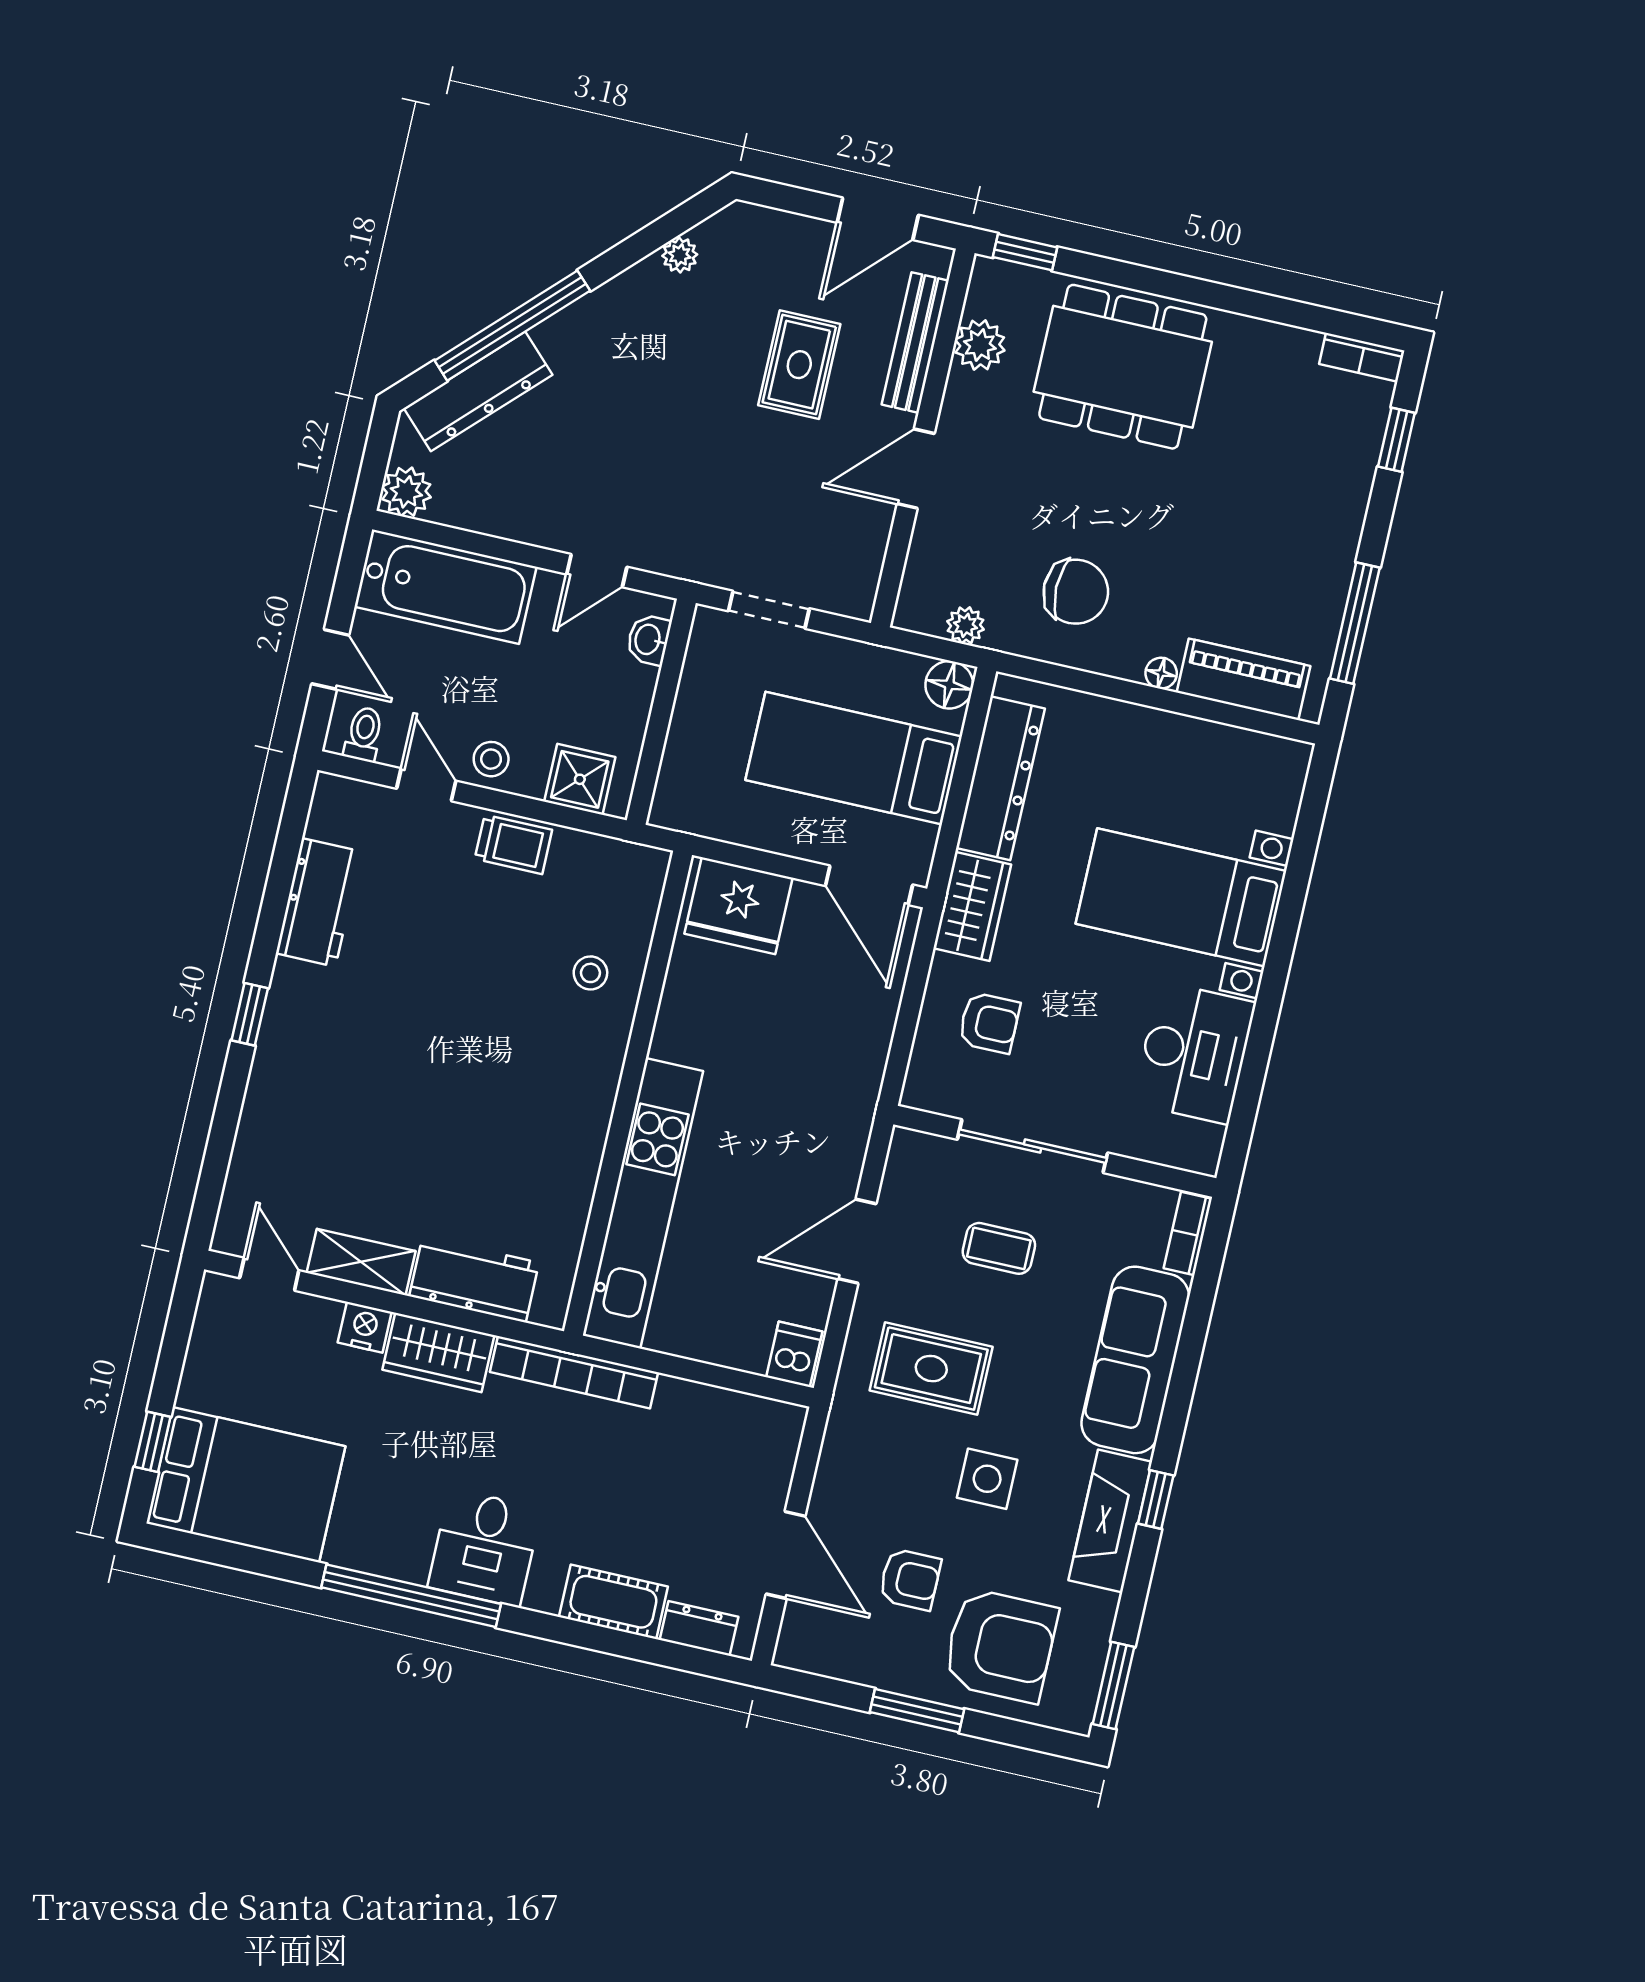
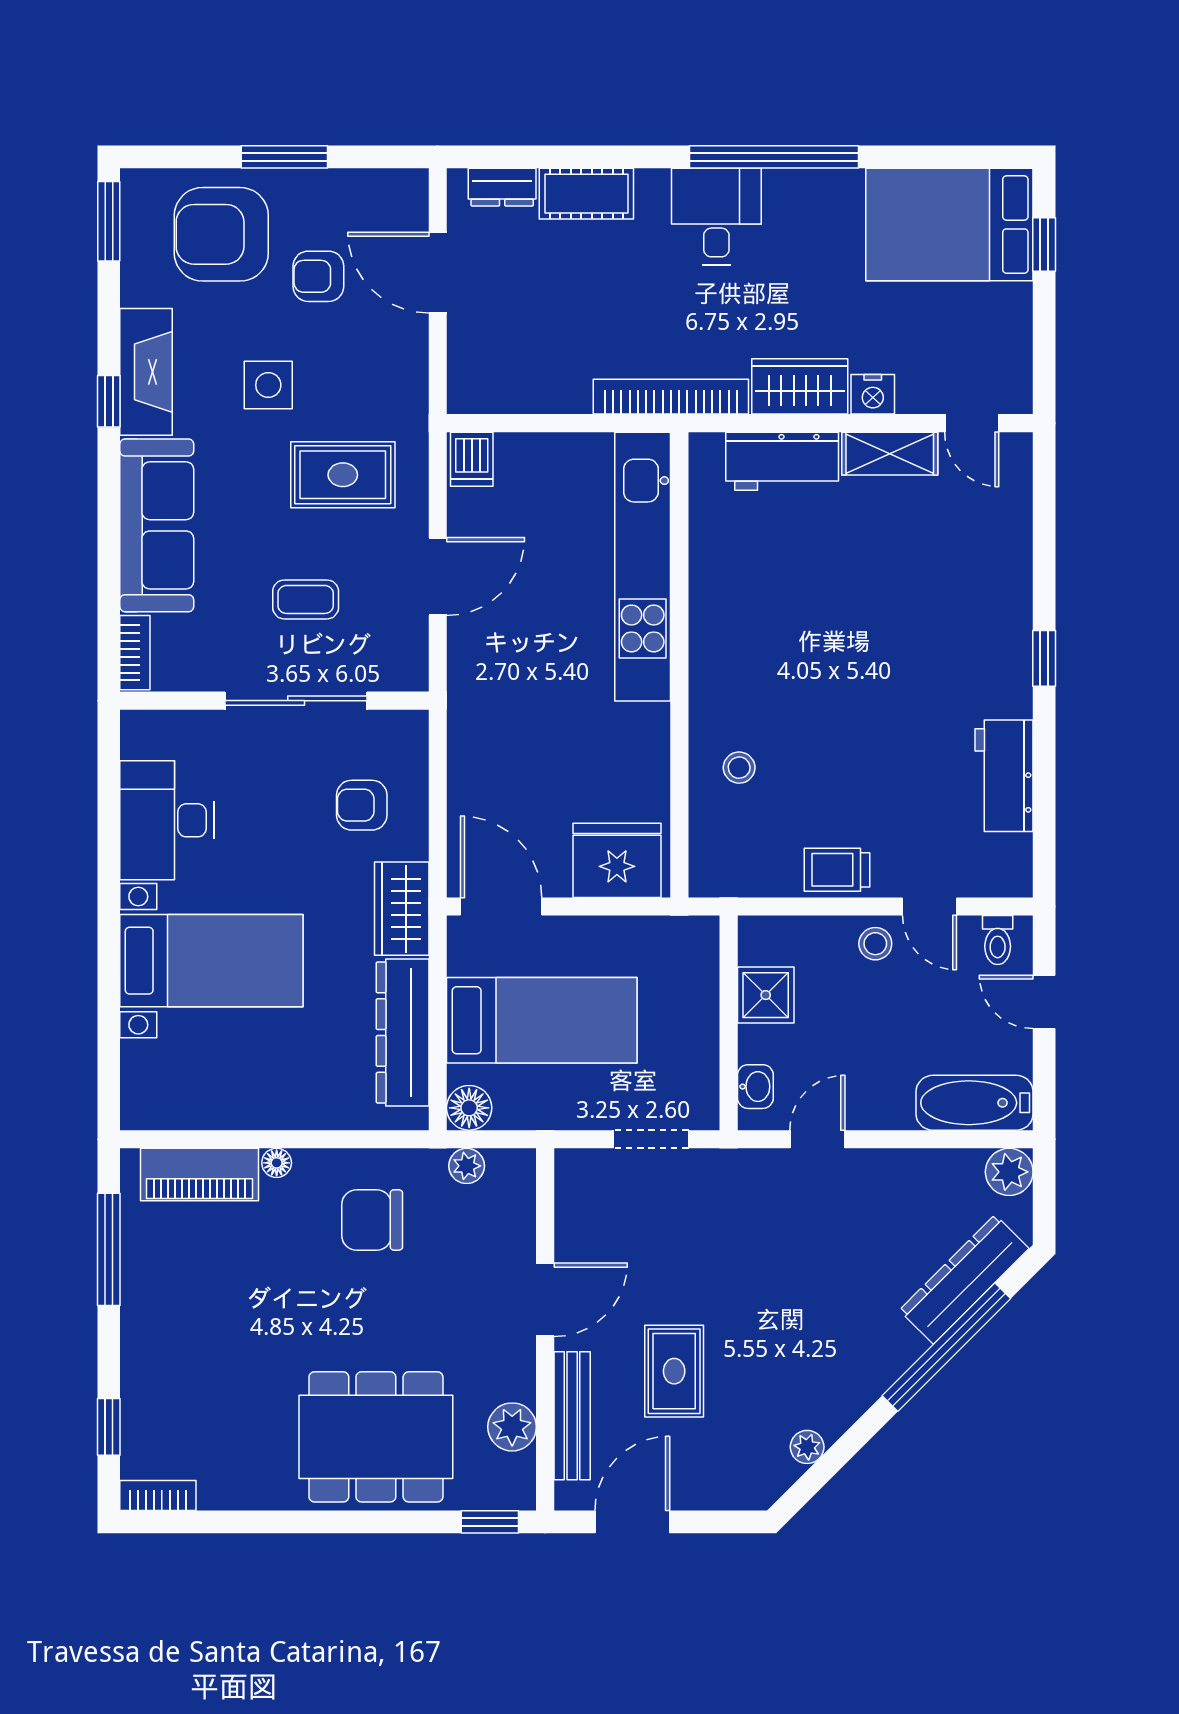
bathtub: (445, 587) -> (975, 1103), width x0.73, depth x0.73
shower: (580, 779) -> (766, 995), moved

